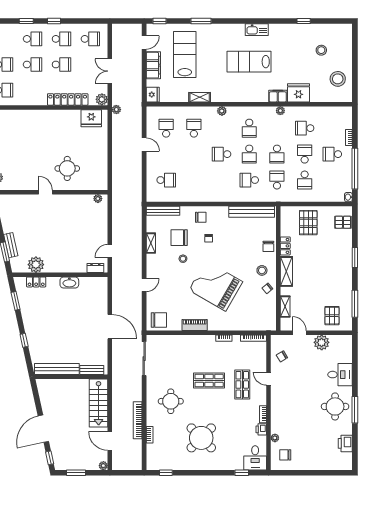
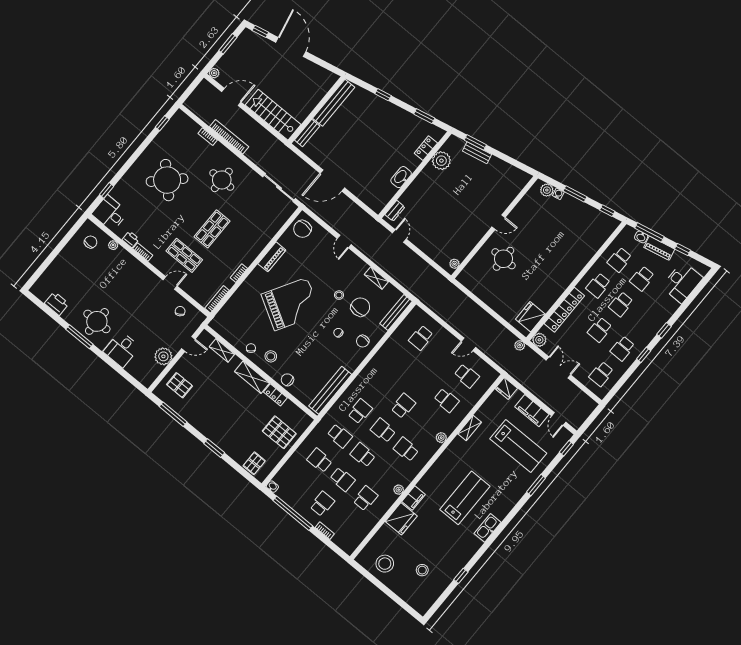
school desk: (33, 39) -> (598, 285), moved

